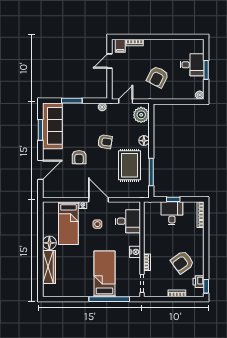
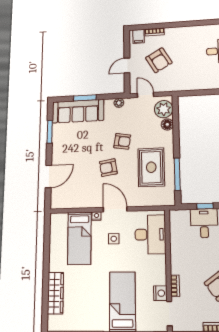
door: (110, 61) -> (127, 66), moved
armchair: (158, 77) -> (159, 60), moved, turned -57
door: (126, 101) -> (145, 95), hinge flipped
sofa: (52, 126) -> (78, 111), moved, turned 90
floor lamp: (144, 141) -> (167, 124), moved
armchair: (79, 157) -> (108, 168), moved, turned 81
desk: (128, 221) -> (150, 234), width x1.37
floor lamp: (49, 243) -> (57, 263), removed
nightstand: (135, 252) -> (160, 293), moved

